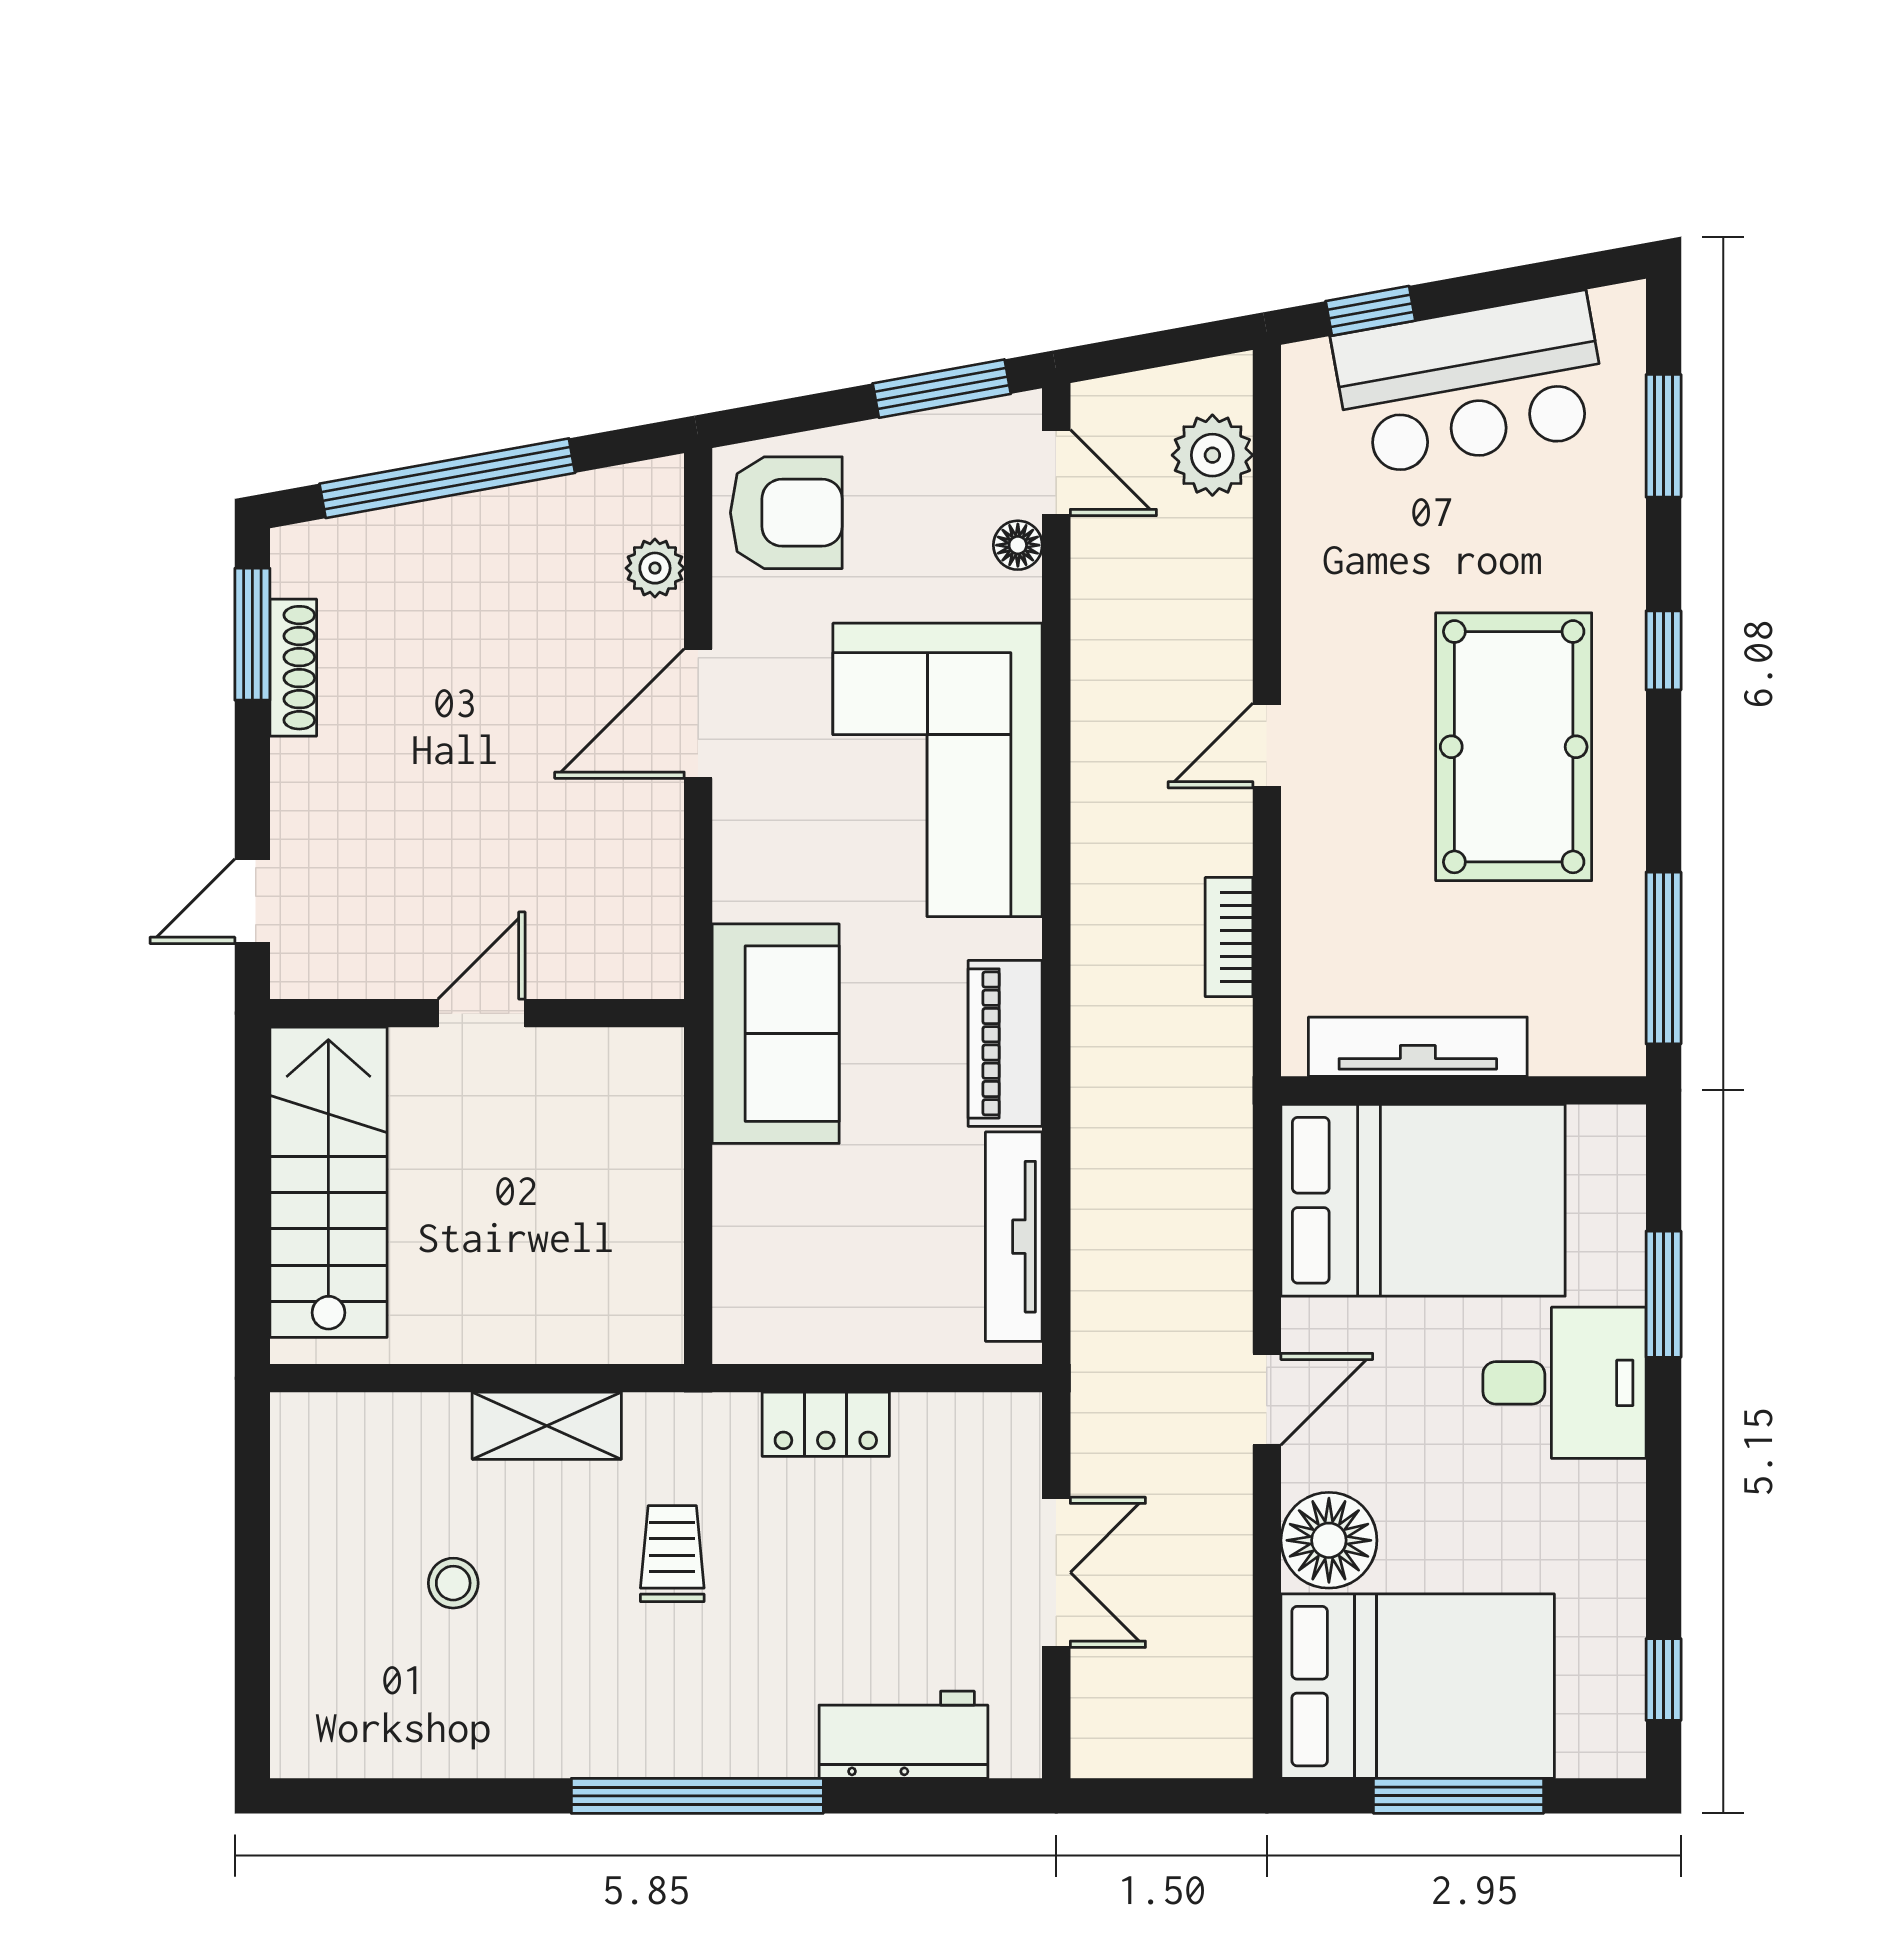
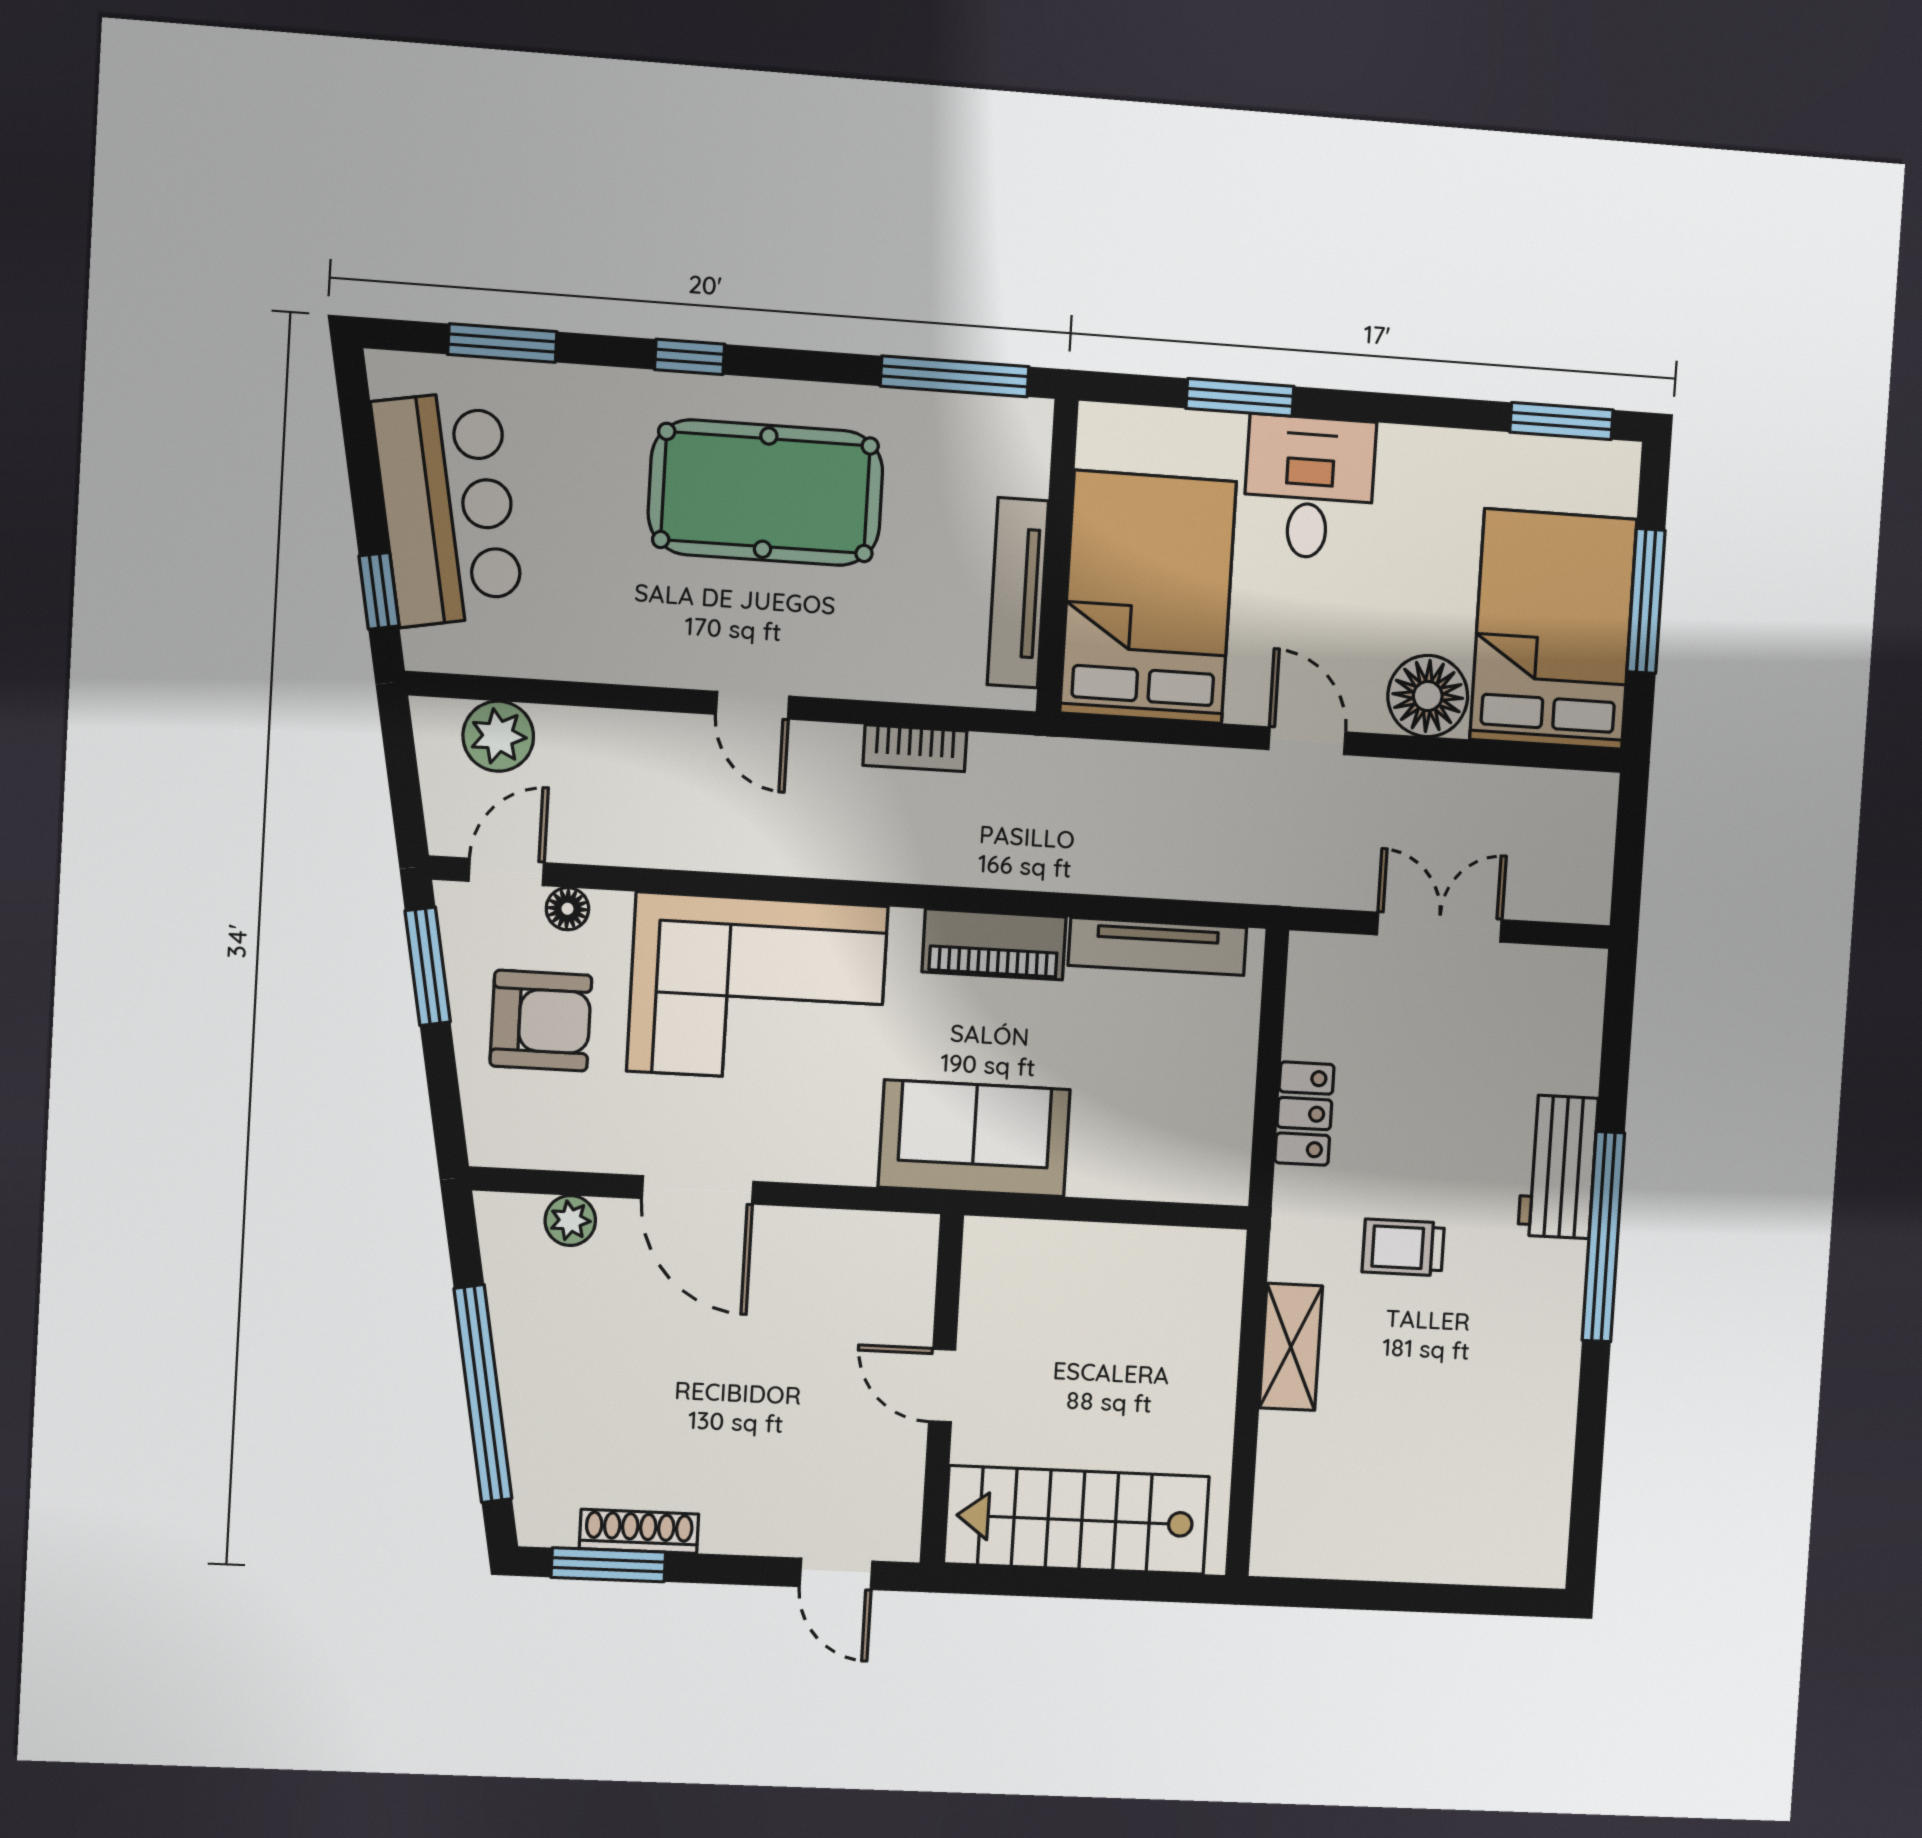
armchair: (786, 513) -> (541, 1021), moved, turned 90
stool: (453, 1583) -> (1416, 1431), removed
window: (1664, 1679) -> (1561, 421), width x1.50
workbench: (903, 1735) -> (1558, 1167), moved

